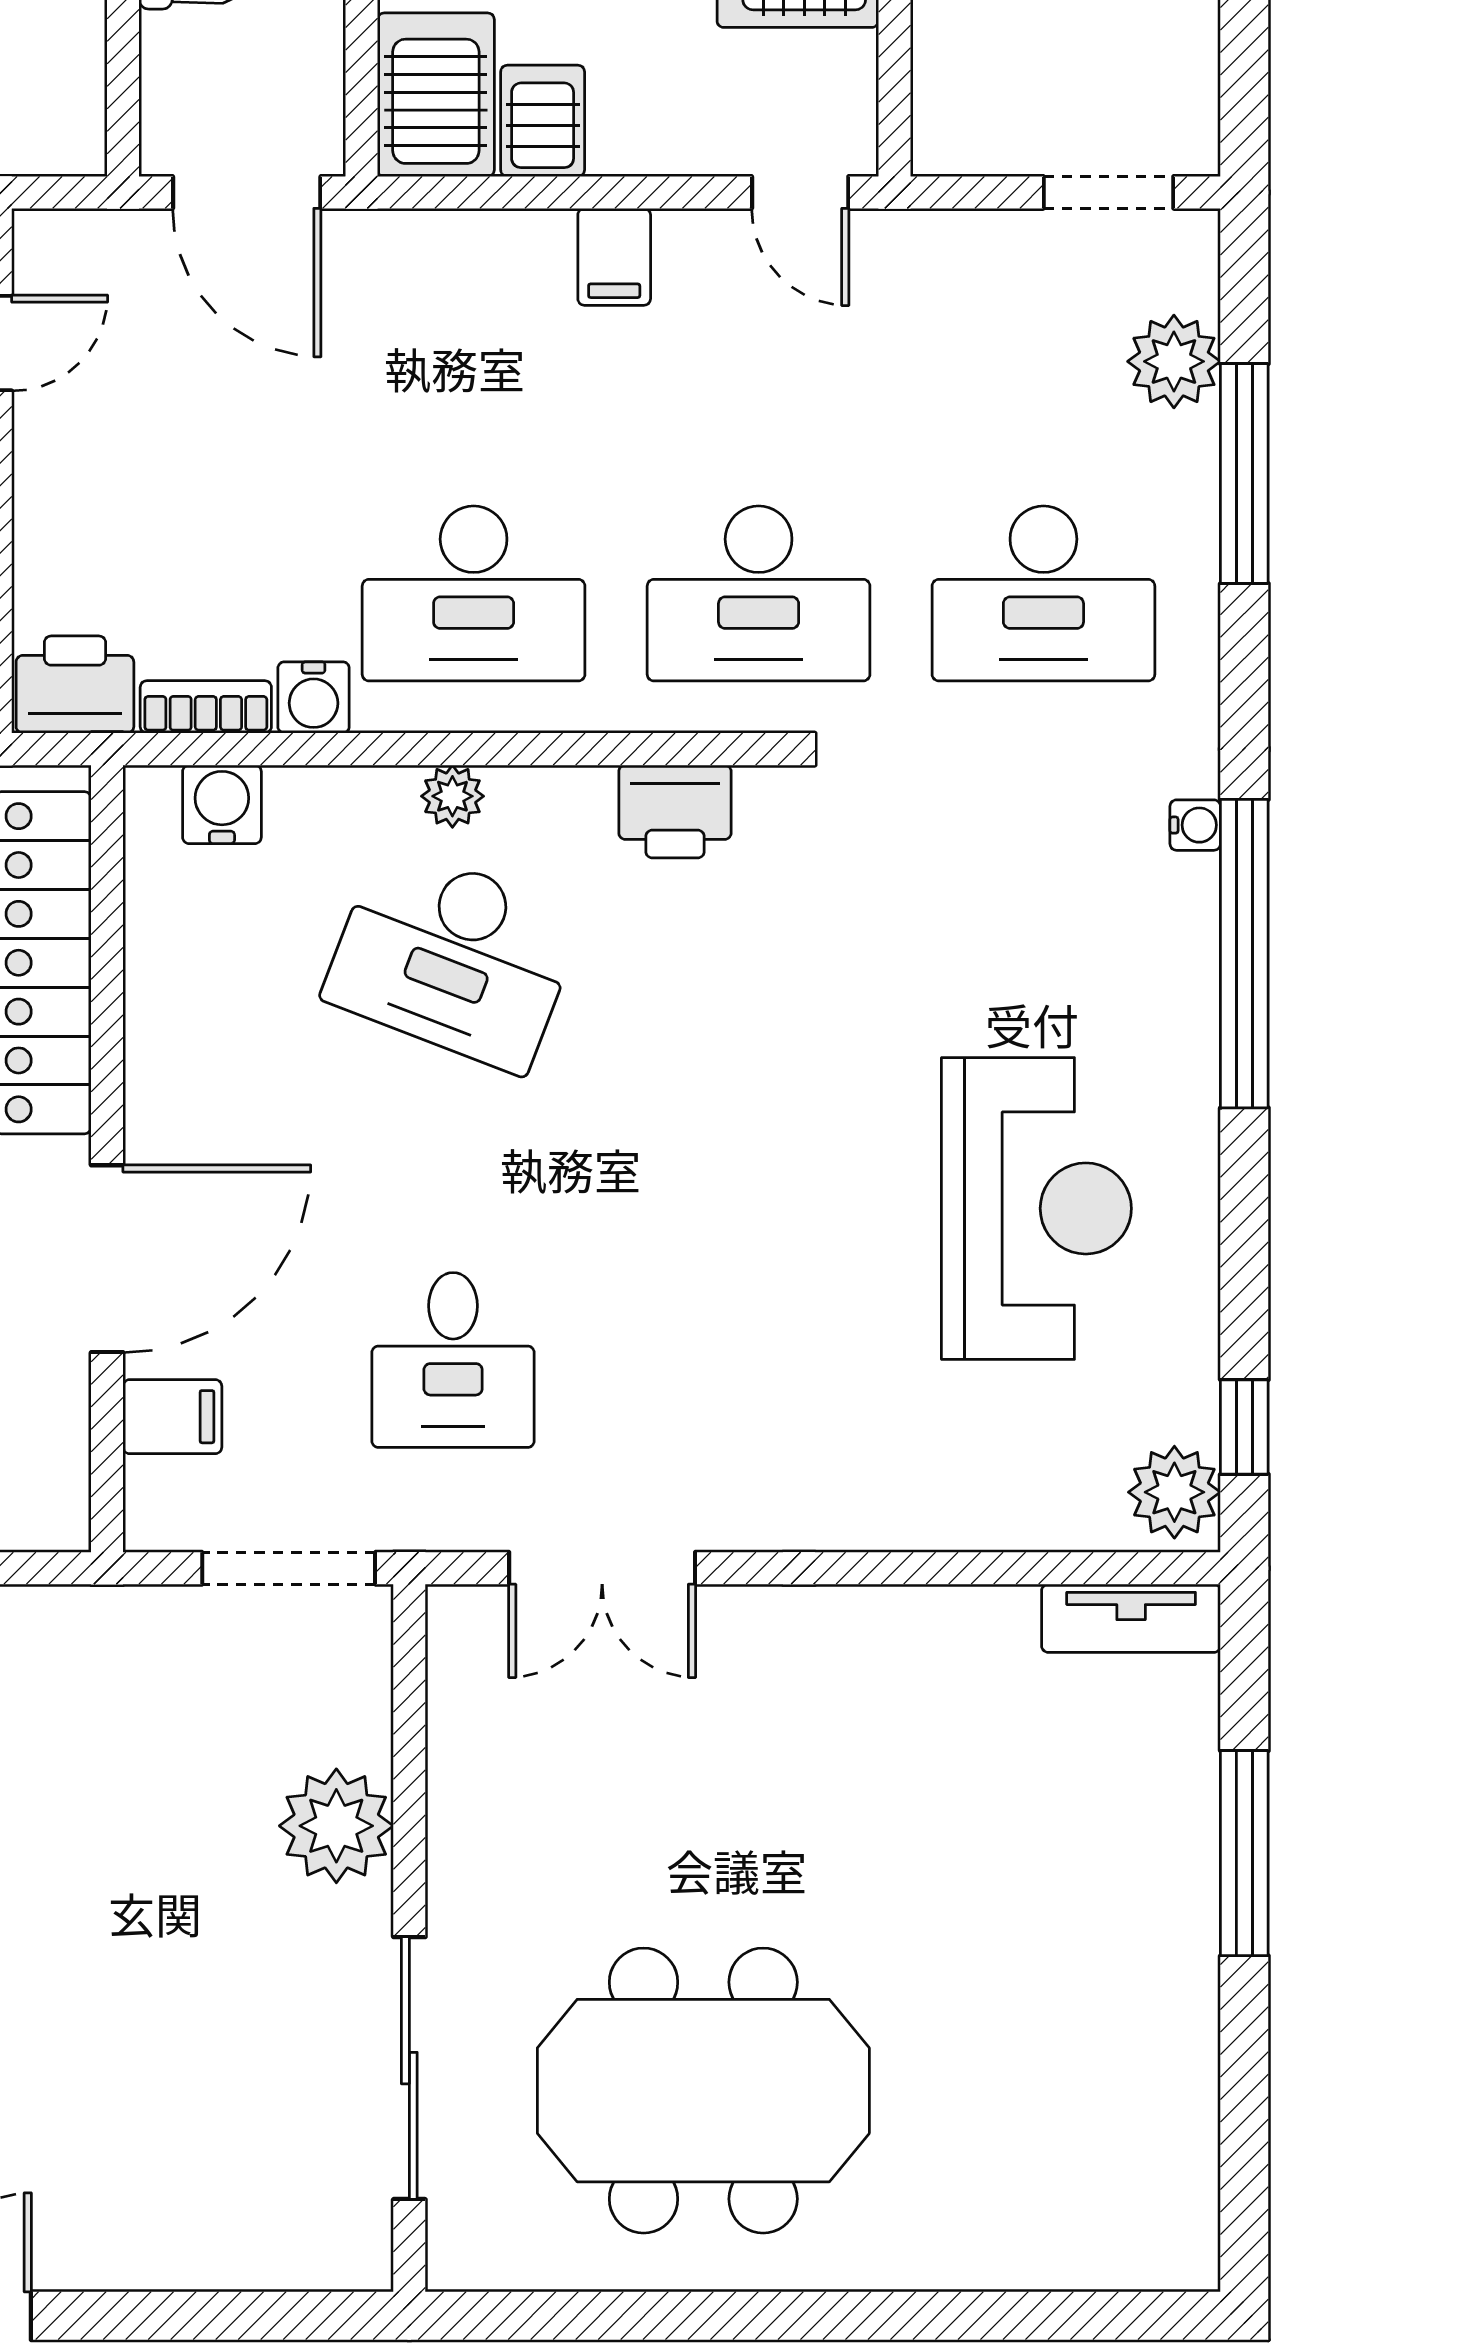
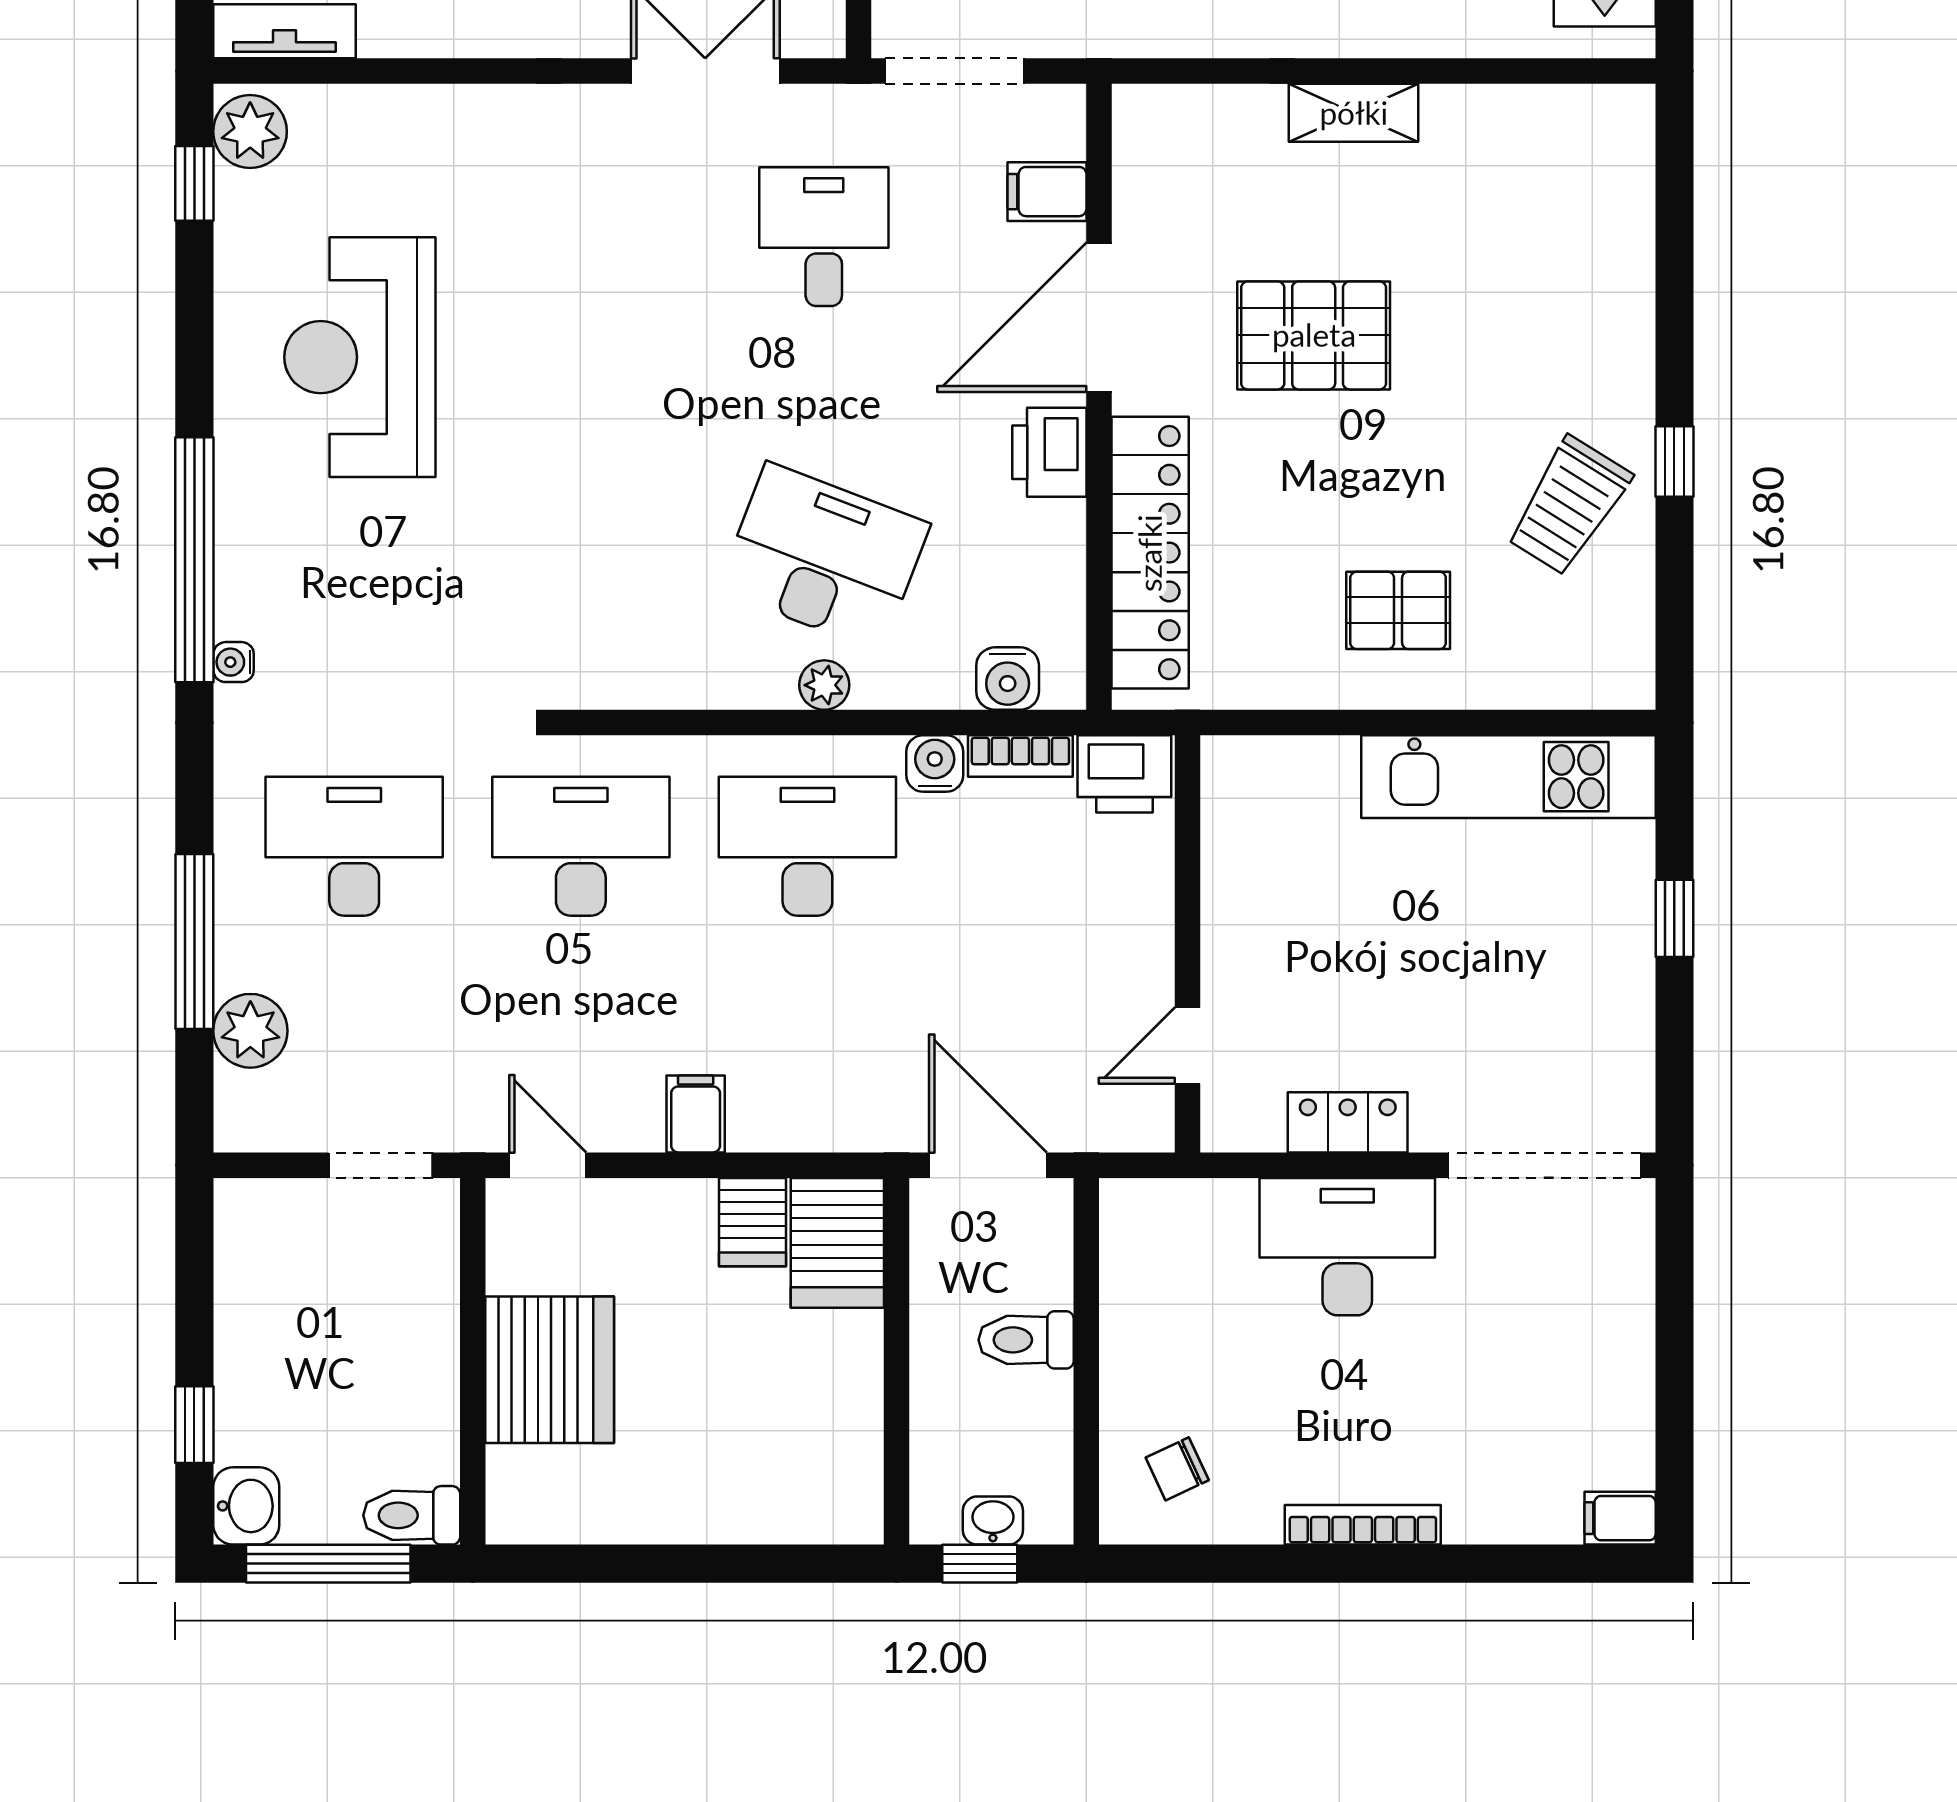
doorway: (1109, 192) -> (381, 1165), moved
printer: (675, 811) -> (1049, 452), moved, turned -90

